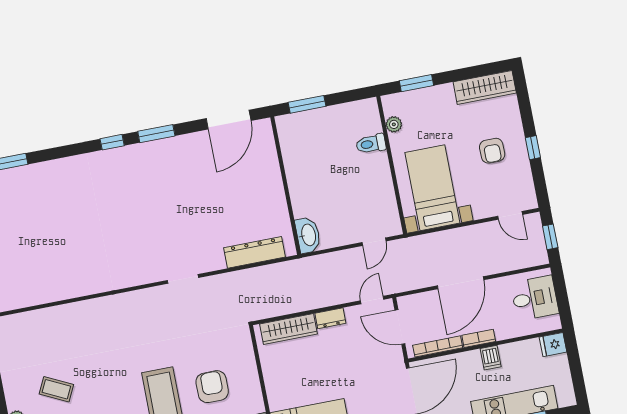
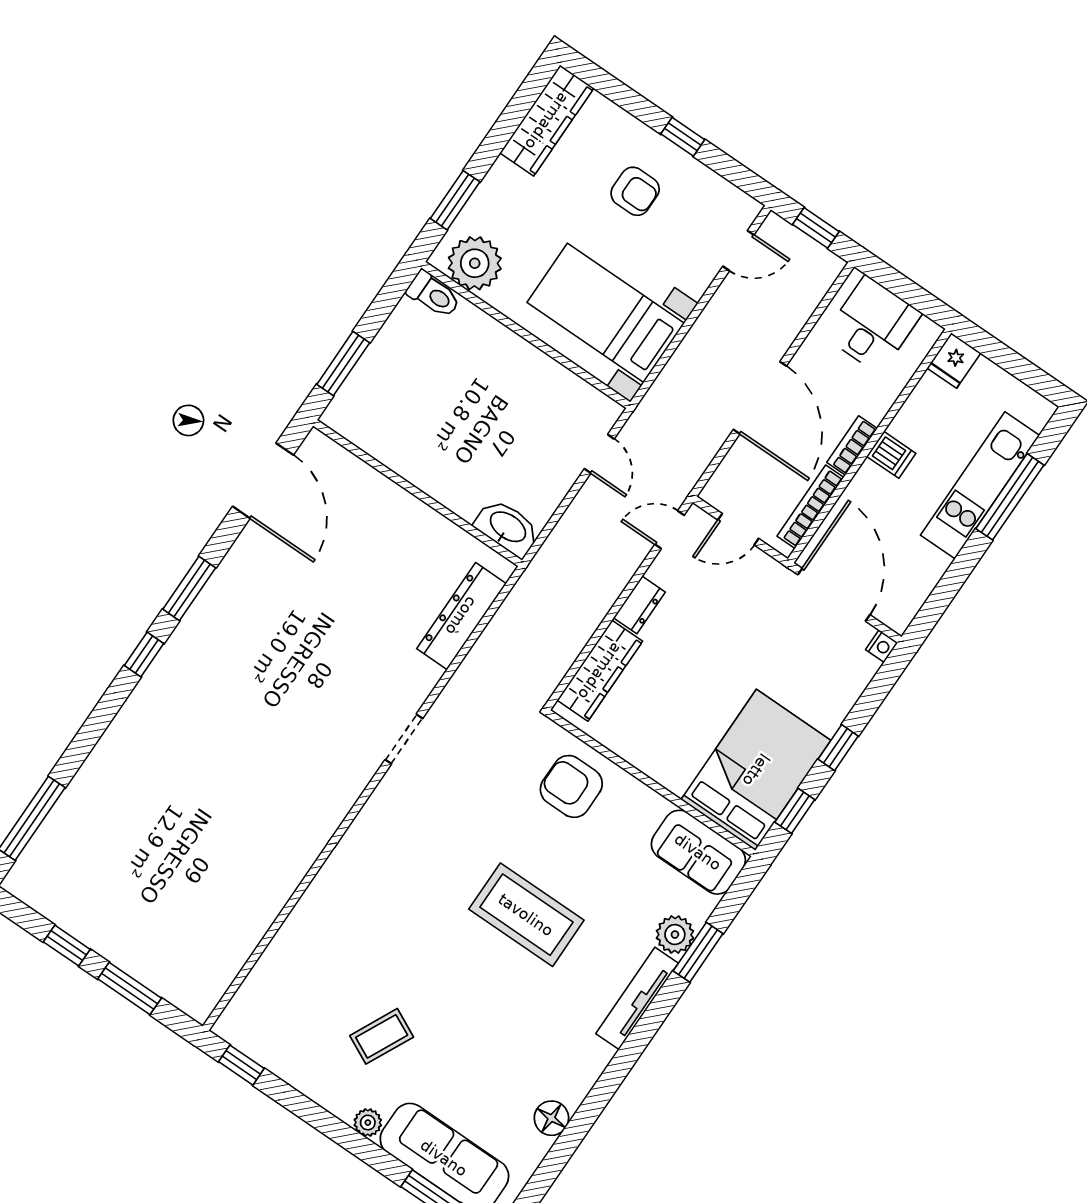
plant: (394, 124) -> (475, 263), width x1.88, depth x1.88
toilet: (371, 144) -> (434, 295), moved, turned -90
door: (372, 300) -> (669, 530), hinge flipped
door: (400, 327) -> (738, 529), width x0.73
armchair: (212, 387) -> (571, 786), moved

